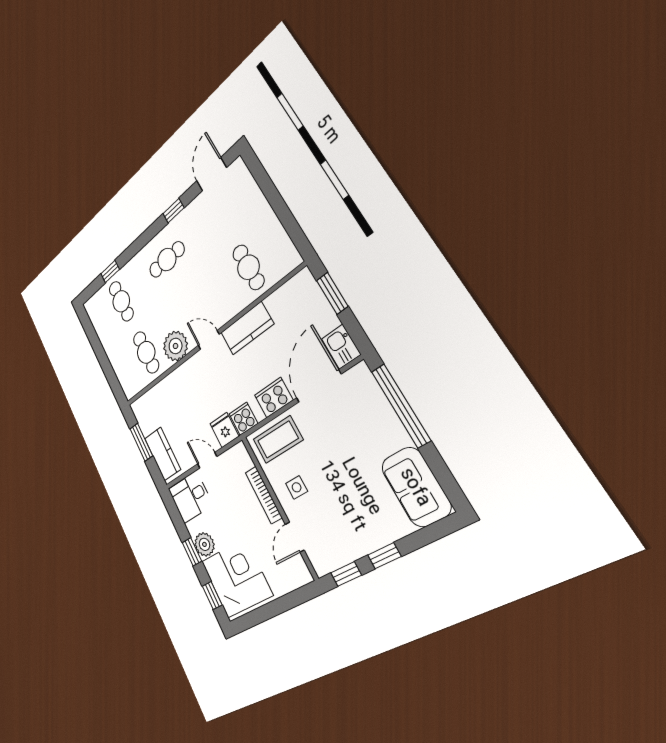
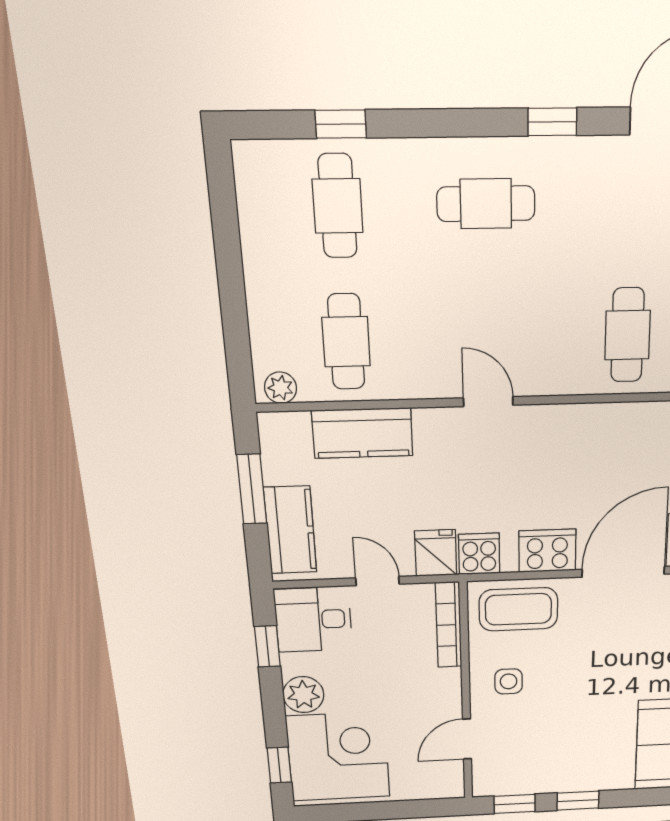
kitchen counter: (247, 328) -> (362, 433), moved
plant: (176, 346) -> (281, 388), moved, width x0.53, depth x0.53
bookcase: (264, 495) -> (449, 625), moved
window: (192, 552) -> (267, 646), moved

